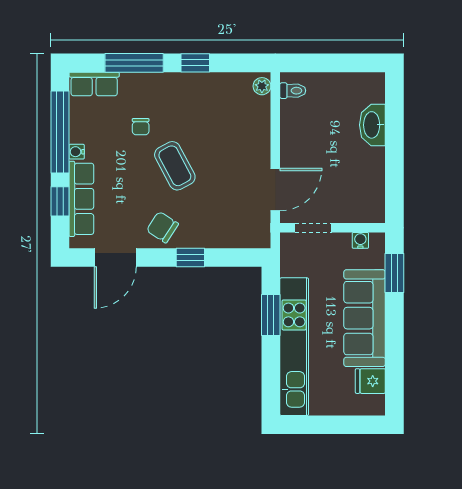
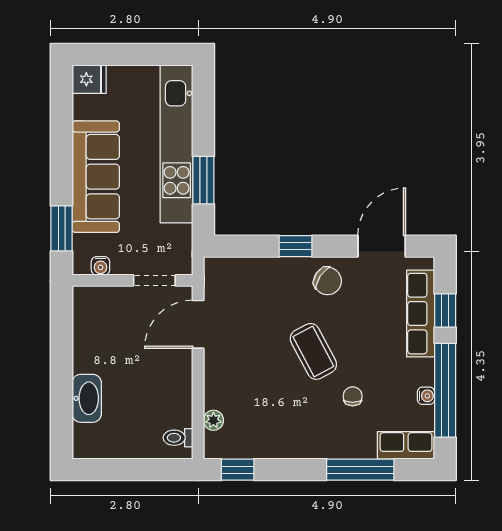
window: (195, 63) -> (238, 470), moved
plant: (262, 86) -> (213, 420), moved
water cooler: (77, 152) -> (426, 396), moved
fridge: (370, 381) -> (89, 79), moved

